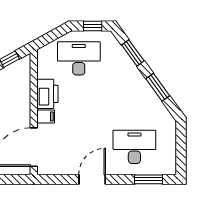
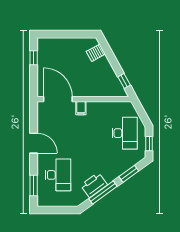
window: (158, 87) -> (103, 193), width x1.44
printer: (47, 94) -> (94, 185), moved, turned 144

